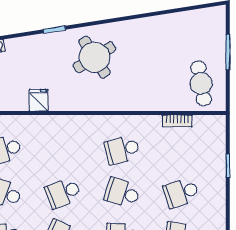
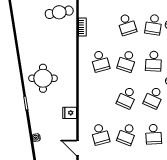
round table: (94, 57) -> (43, 78), turned 32
school desk: (63, 193) -> (127, 98), turned 45

